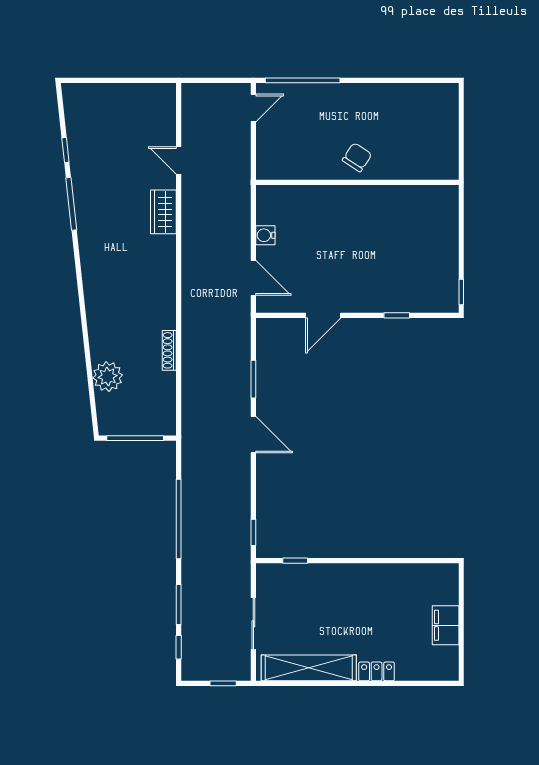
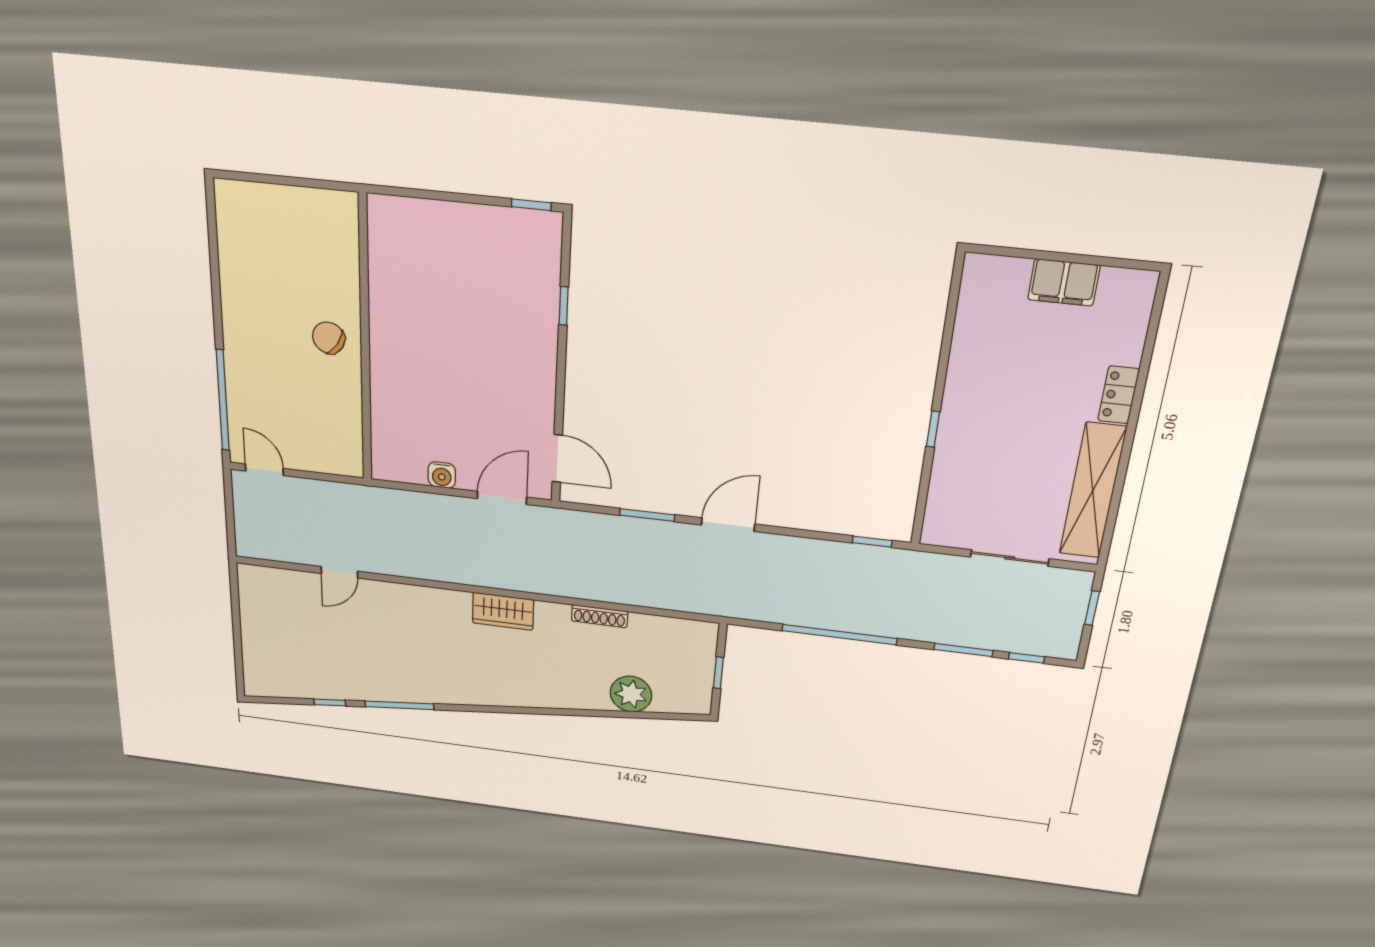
wardrobe: (163, 212) -> (503, 611), moved
door: (323, 315) -> (557, 459), moved
window: (135, 438) -> (718, 673), width x0.46
window: (295, 561) -> (933, 429), moved

